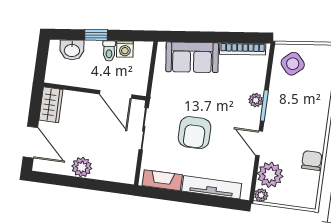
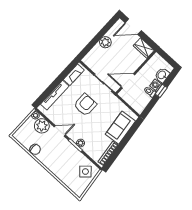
washing machine: (125, 49) -> (156, 85), moved
armchair: (195, 133) -> (85, 105), turned 90

